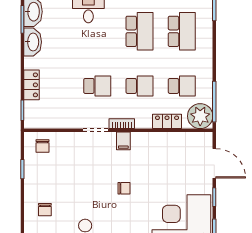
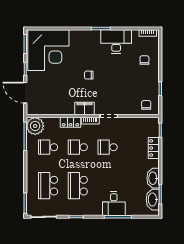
locker: (167, 121) -> (70, 122), moved
filing cabinet: (123, 141) -> (84, 109), width x2.00

